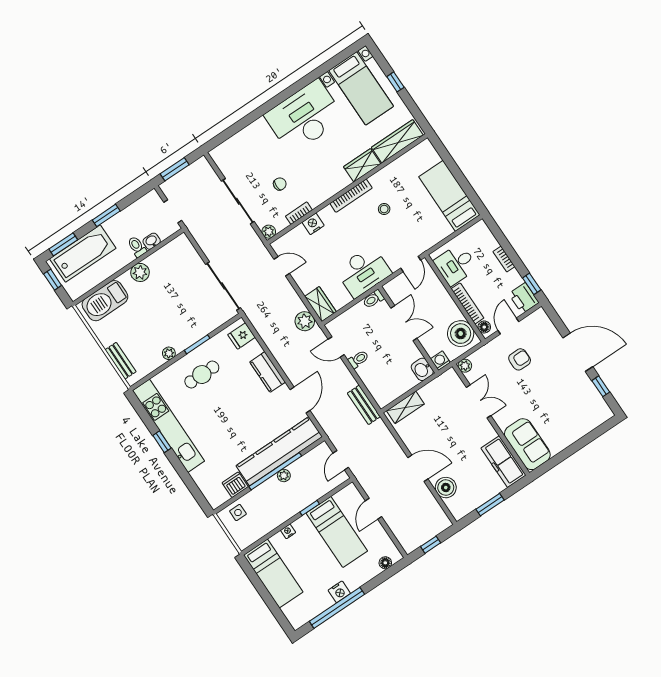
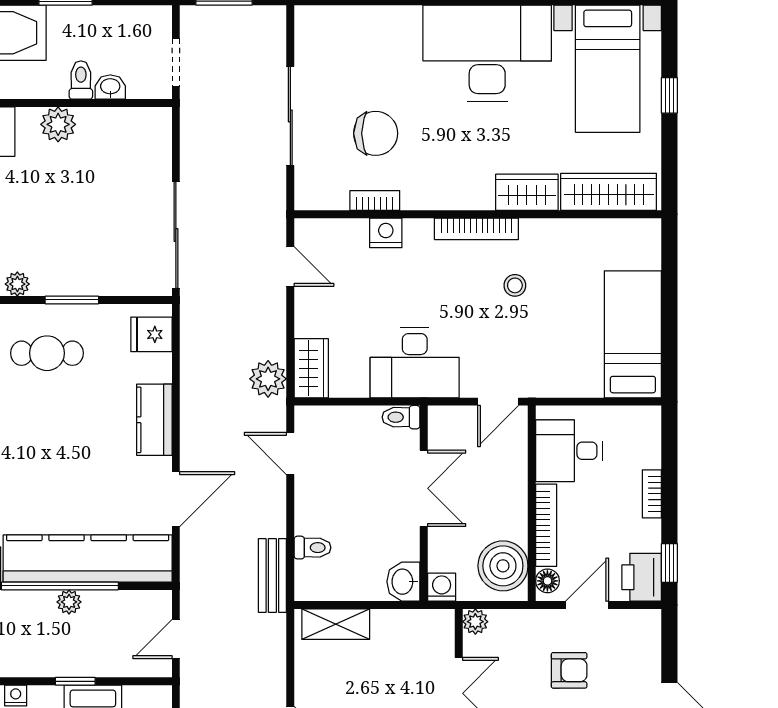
chair: (280, 184) -> (376, 133), width x1.87, depth x1.87
plant: (269, 232) -> (307, 198), removed
toilet: (358, 359) -> (313, 548), moved

